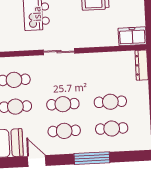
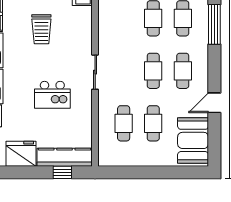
window: (92, 158) -> (214, 24), moved

